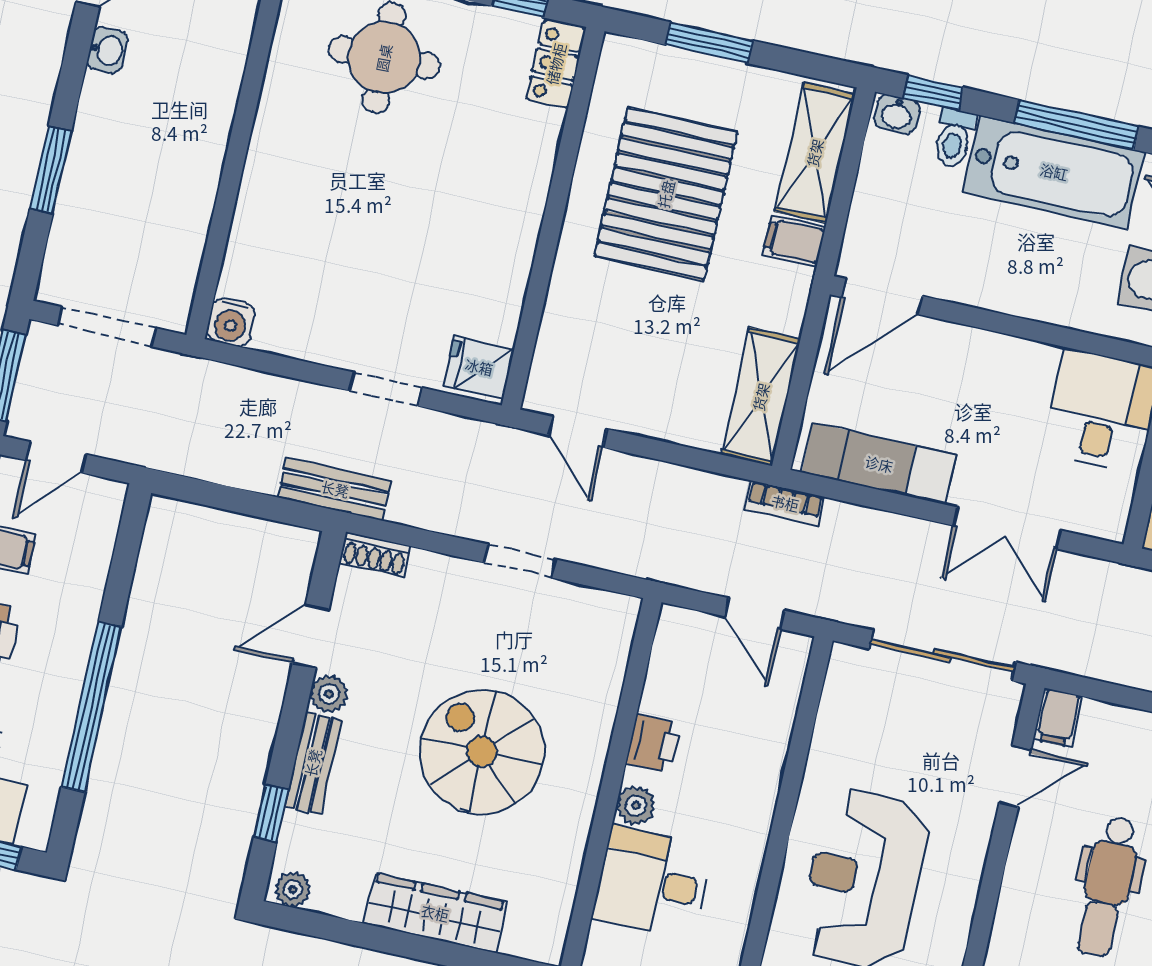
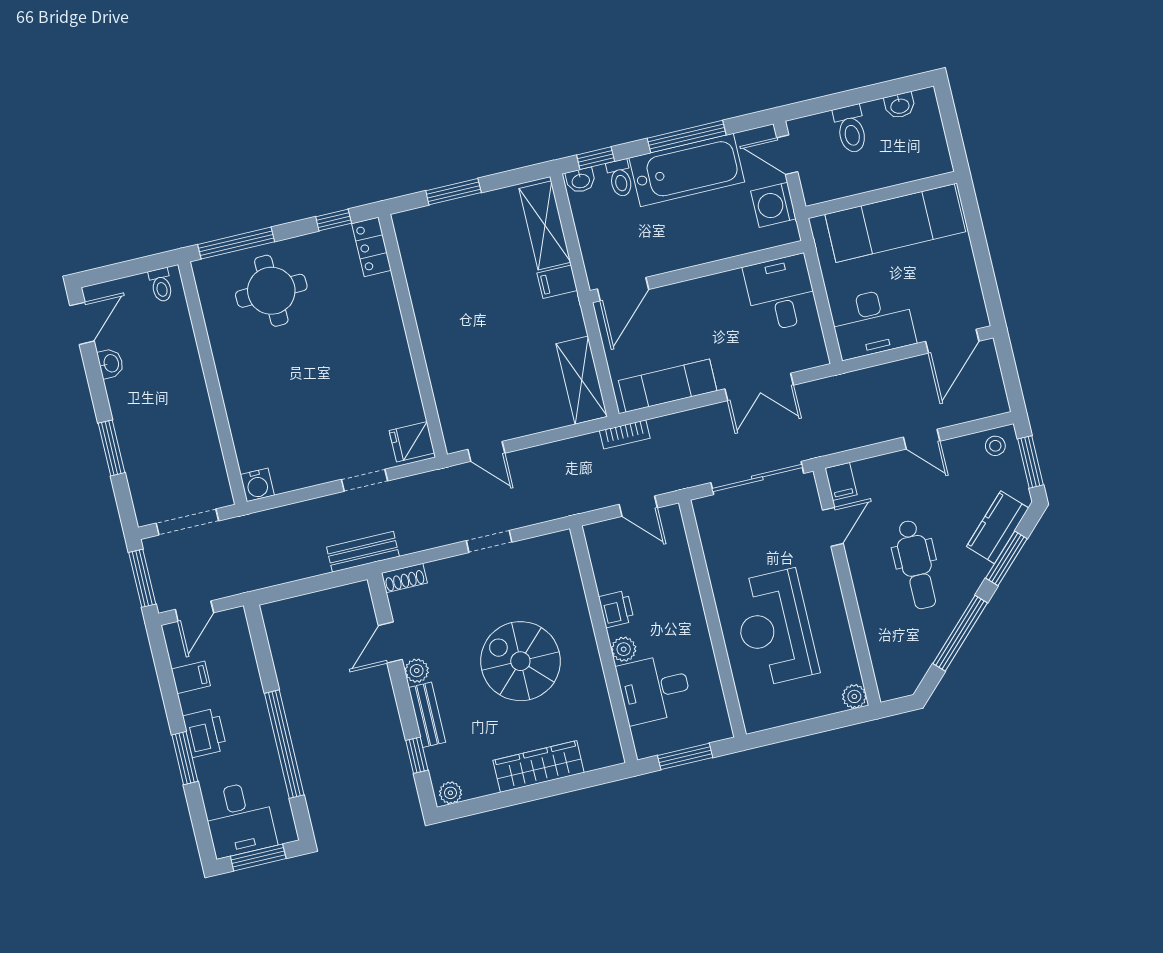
pallet: (666, 194) -> (471, 290), removed

